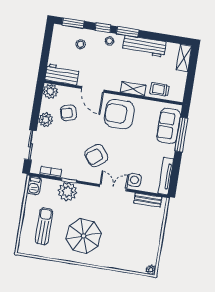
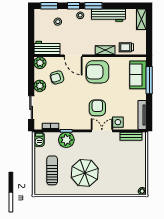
armchair: (96, 156) -> (97, 108), moved, turned 129

